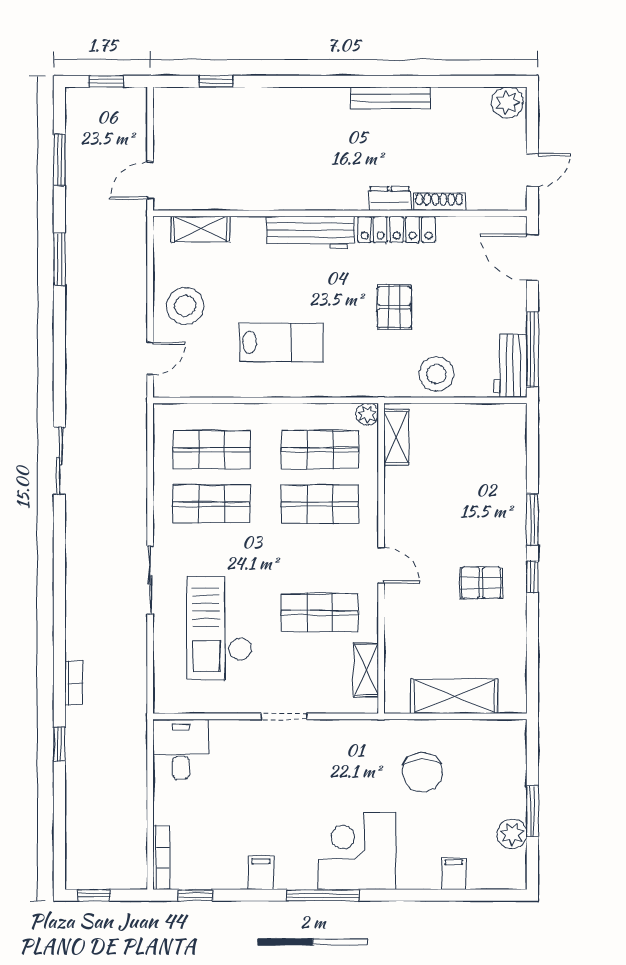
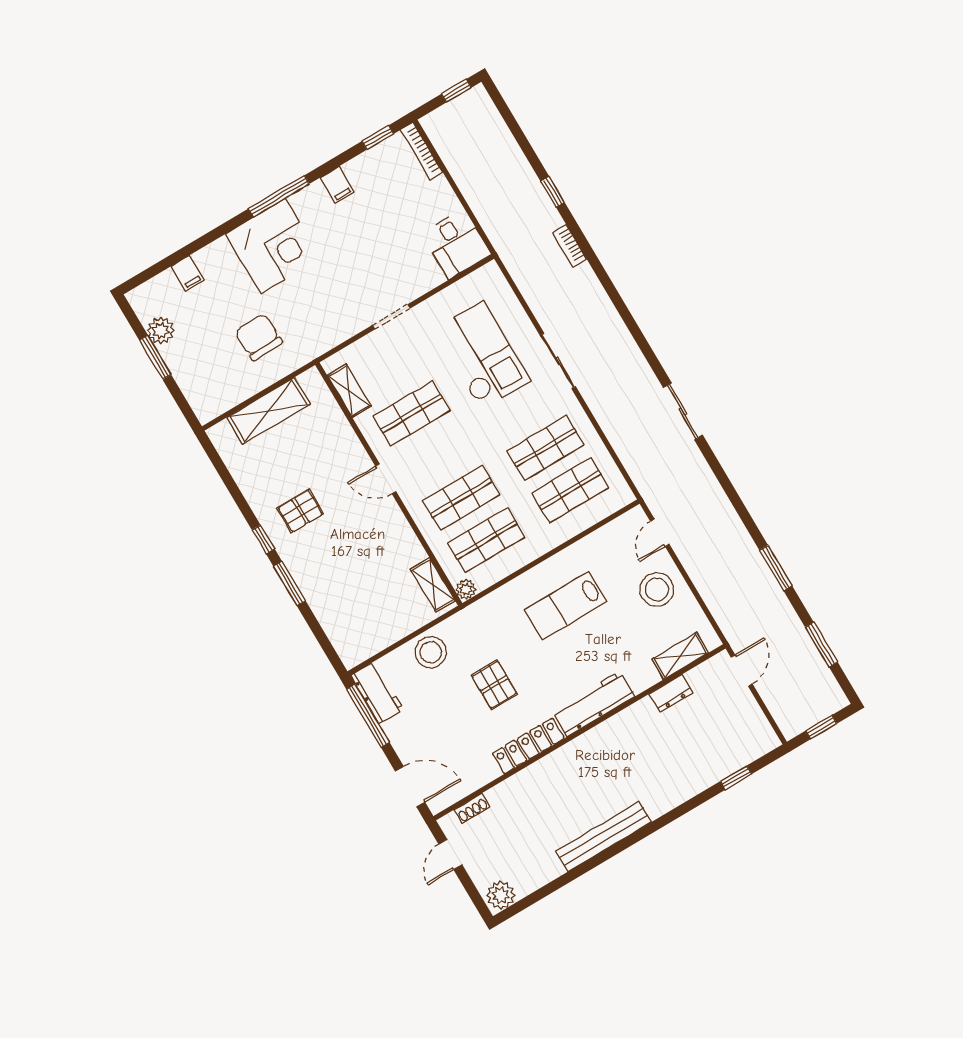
bench: (391, 98) -> (603, 837), width x1.37, depth x1.21
dresser: (390, 199) -> (671, 693), moved
shoe rack: (439, 202) -> (472, 808), moved, width x0.70

